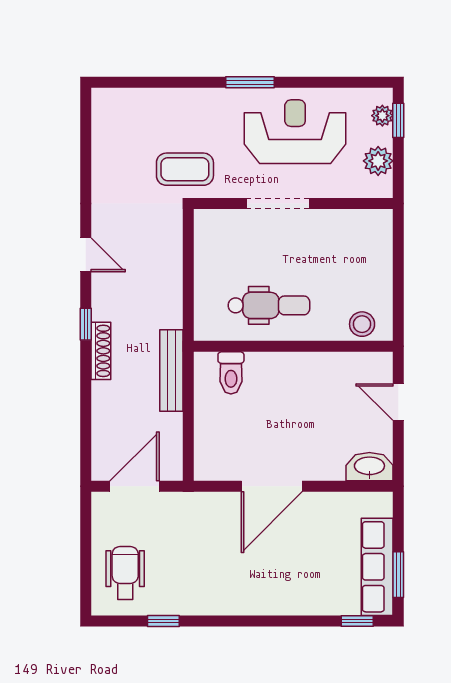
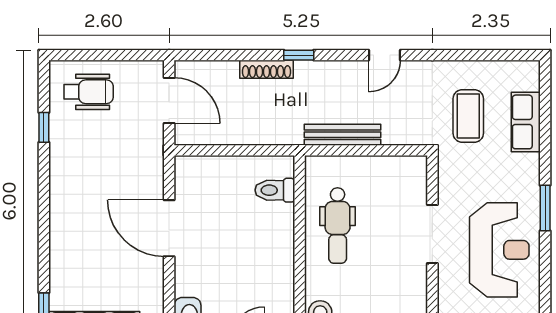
row of seats: (158, 103) -> (526, 122), added
coffee table: (185, 169) -> (468, 116), moved
window: (86, 324) -> (299, 55), moved
shoe rack: (101, 351) -> (267, 69), moved
bench: (171, 370) -> (342, 135), moved

